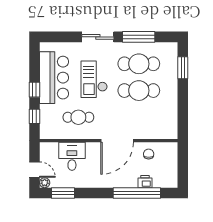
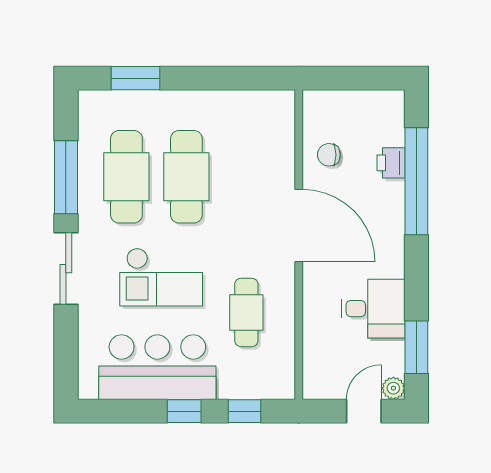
desk: (72, 156) -> (373, 309), moved, turned 180

